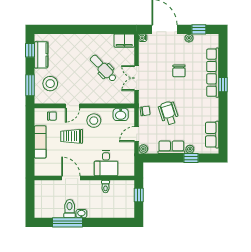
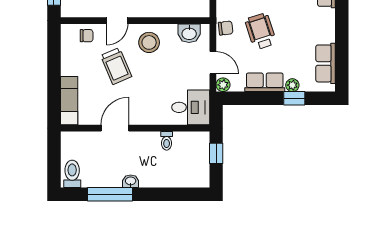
door: (137, 134) -> (213, 63), swing flipped
trolley: (72, 136) -> (116, 66), turned -113
exam couch: (40, 142) -> (69, 101), moved
desk: (106, 163) -> (191, 107), moved, turned -90
door: (71, 178) -> (115, 128), hinge flipped
toilet: (70, 209) -> (72, 174), moved

